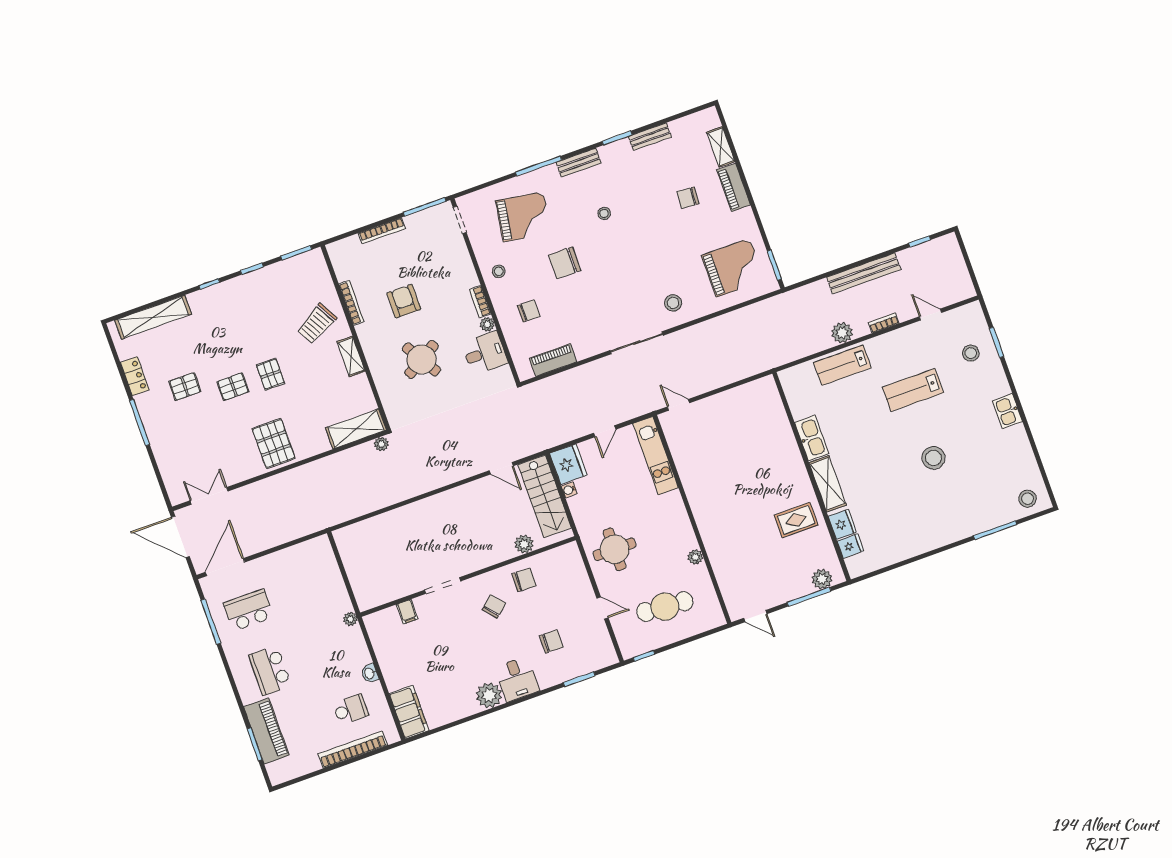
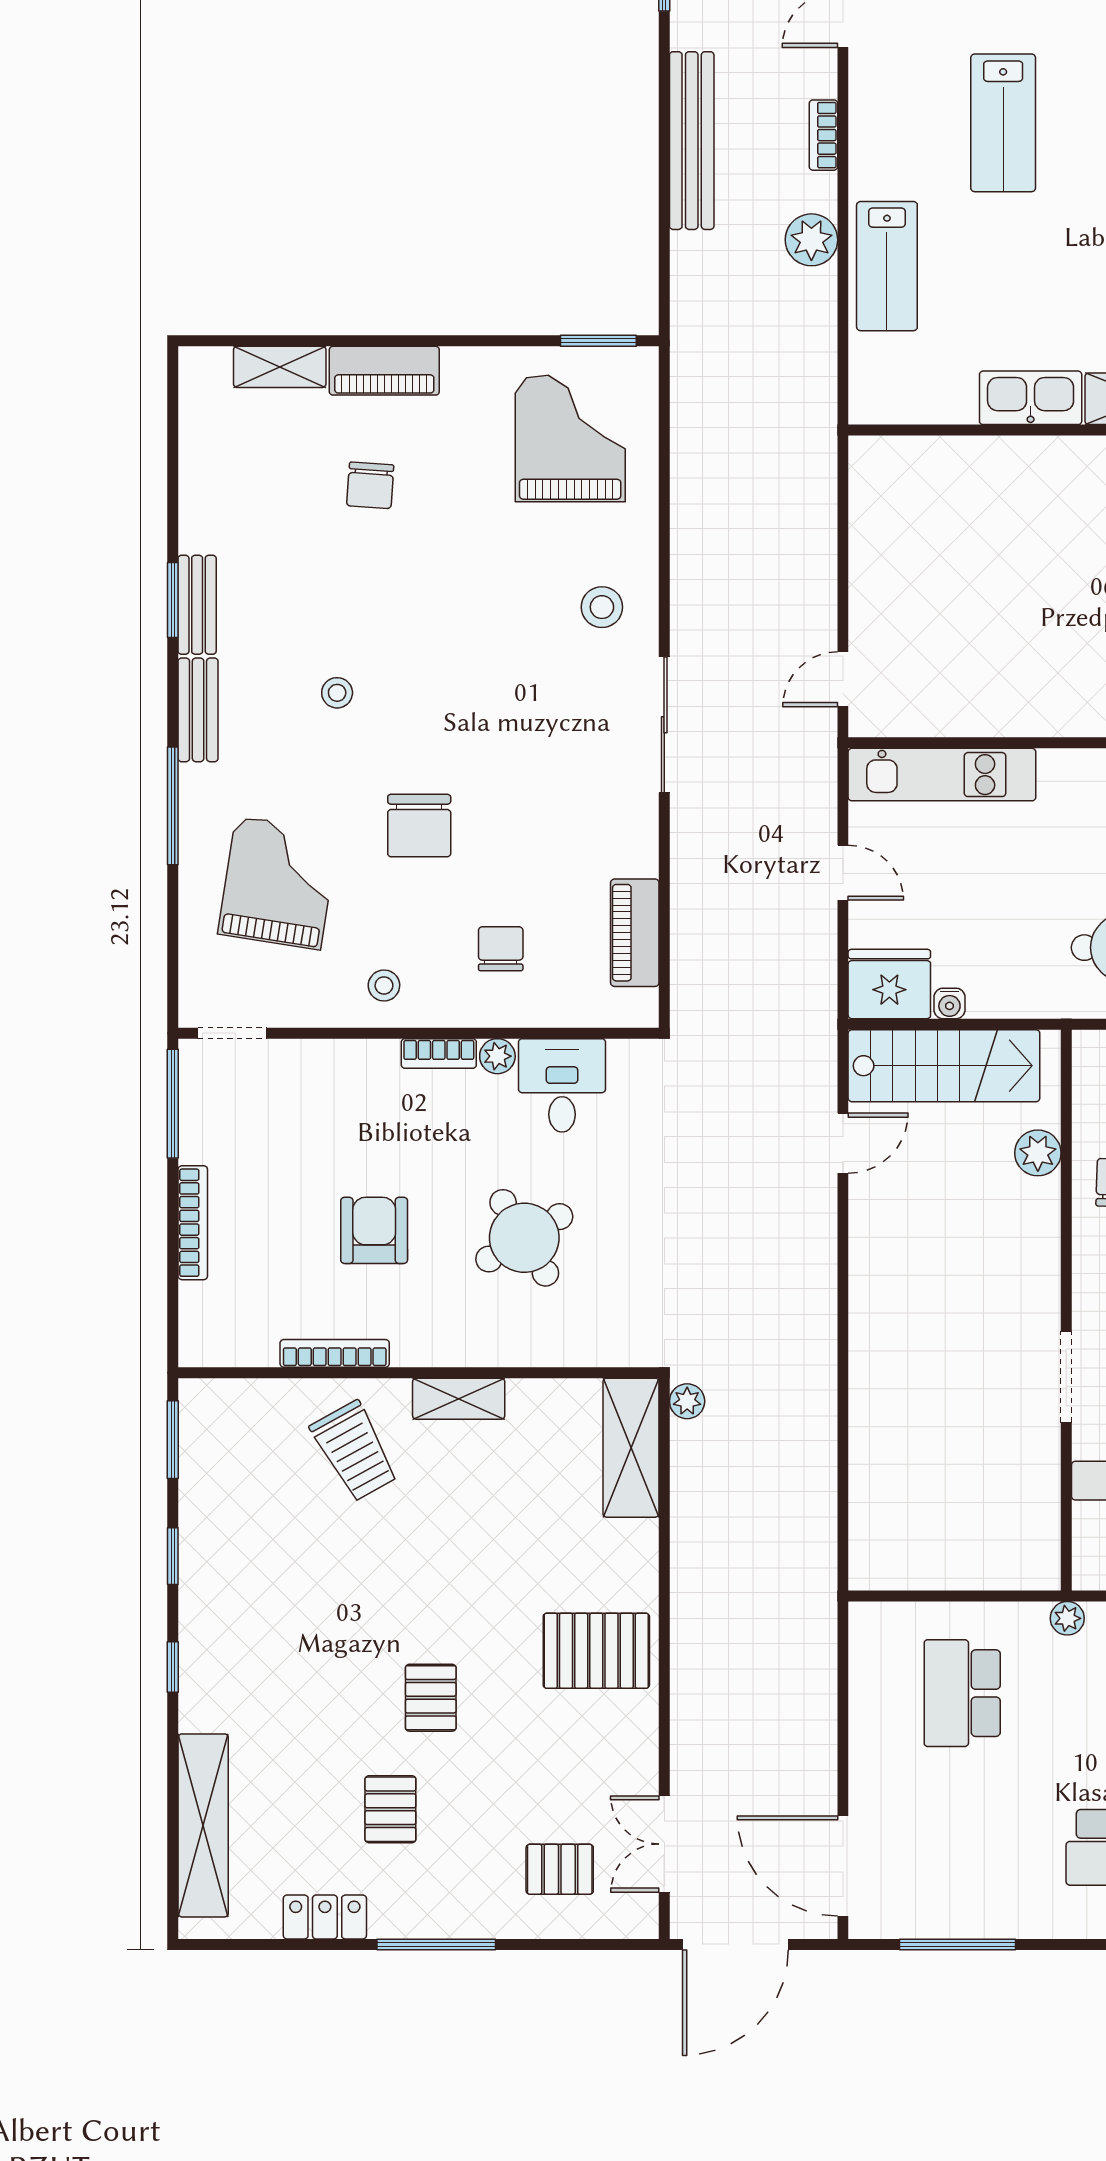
bench: (650, 137) -> (197, 605), moved
armchair: (404, 301) -> (374, 1230), turned 90
pallet: (270, 374) -> (560, 1869), moved
school desk: (249, 610) -> (962, 1693), moved

